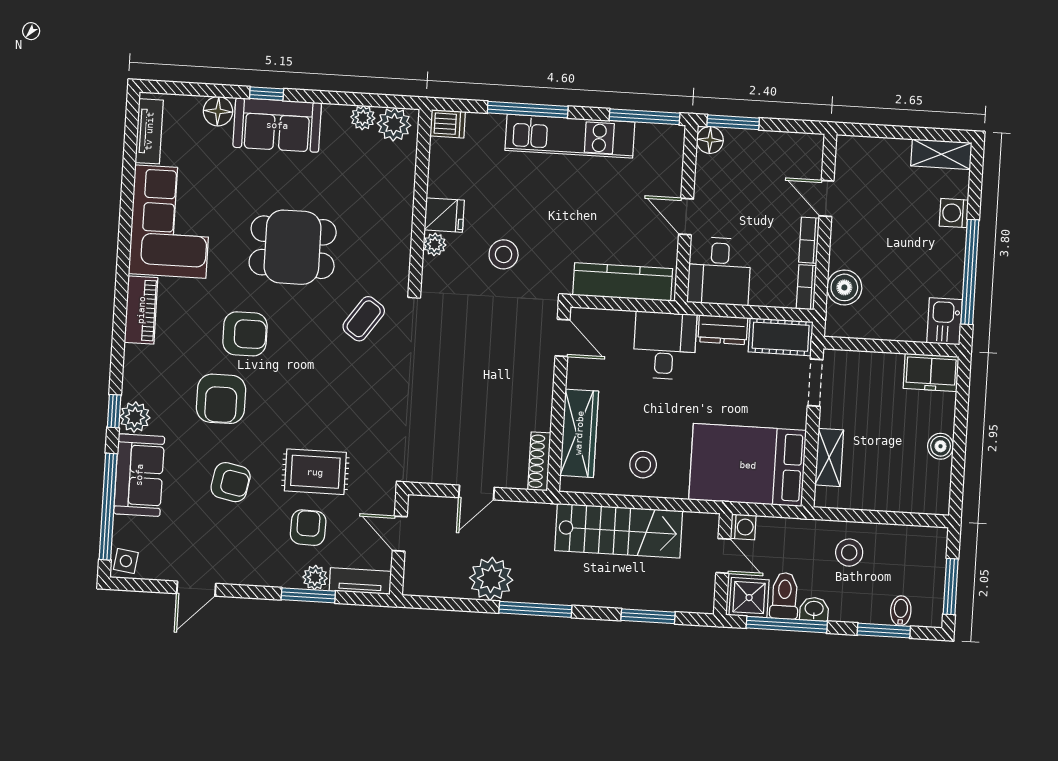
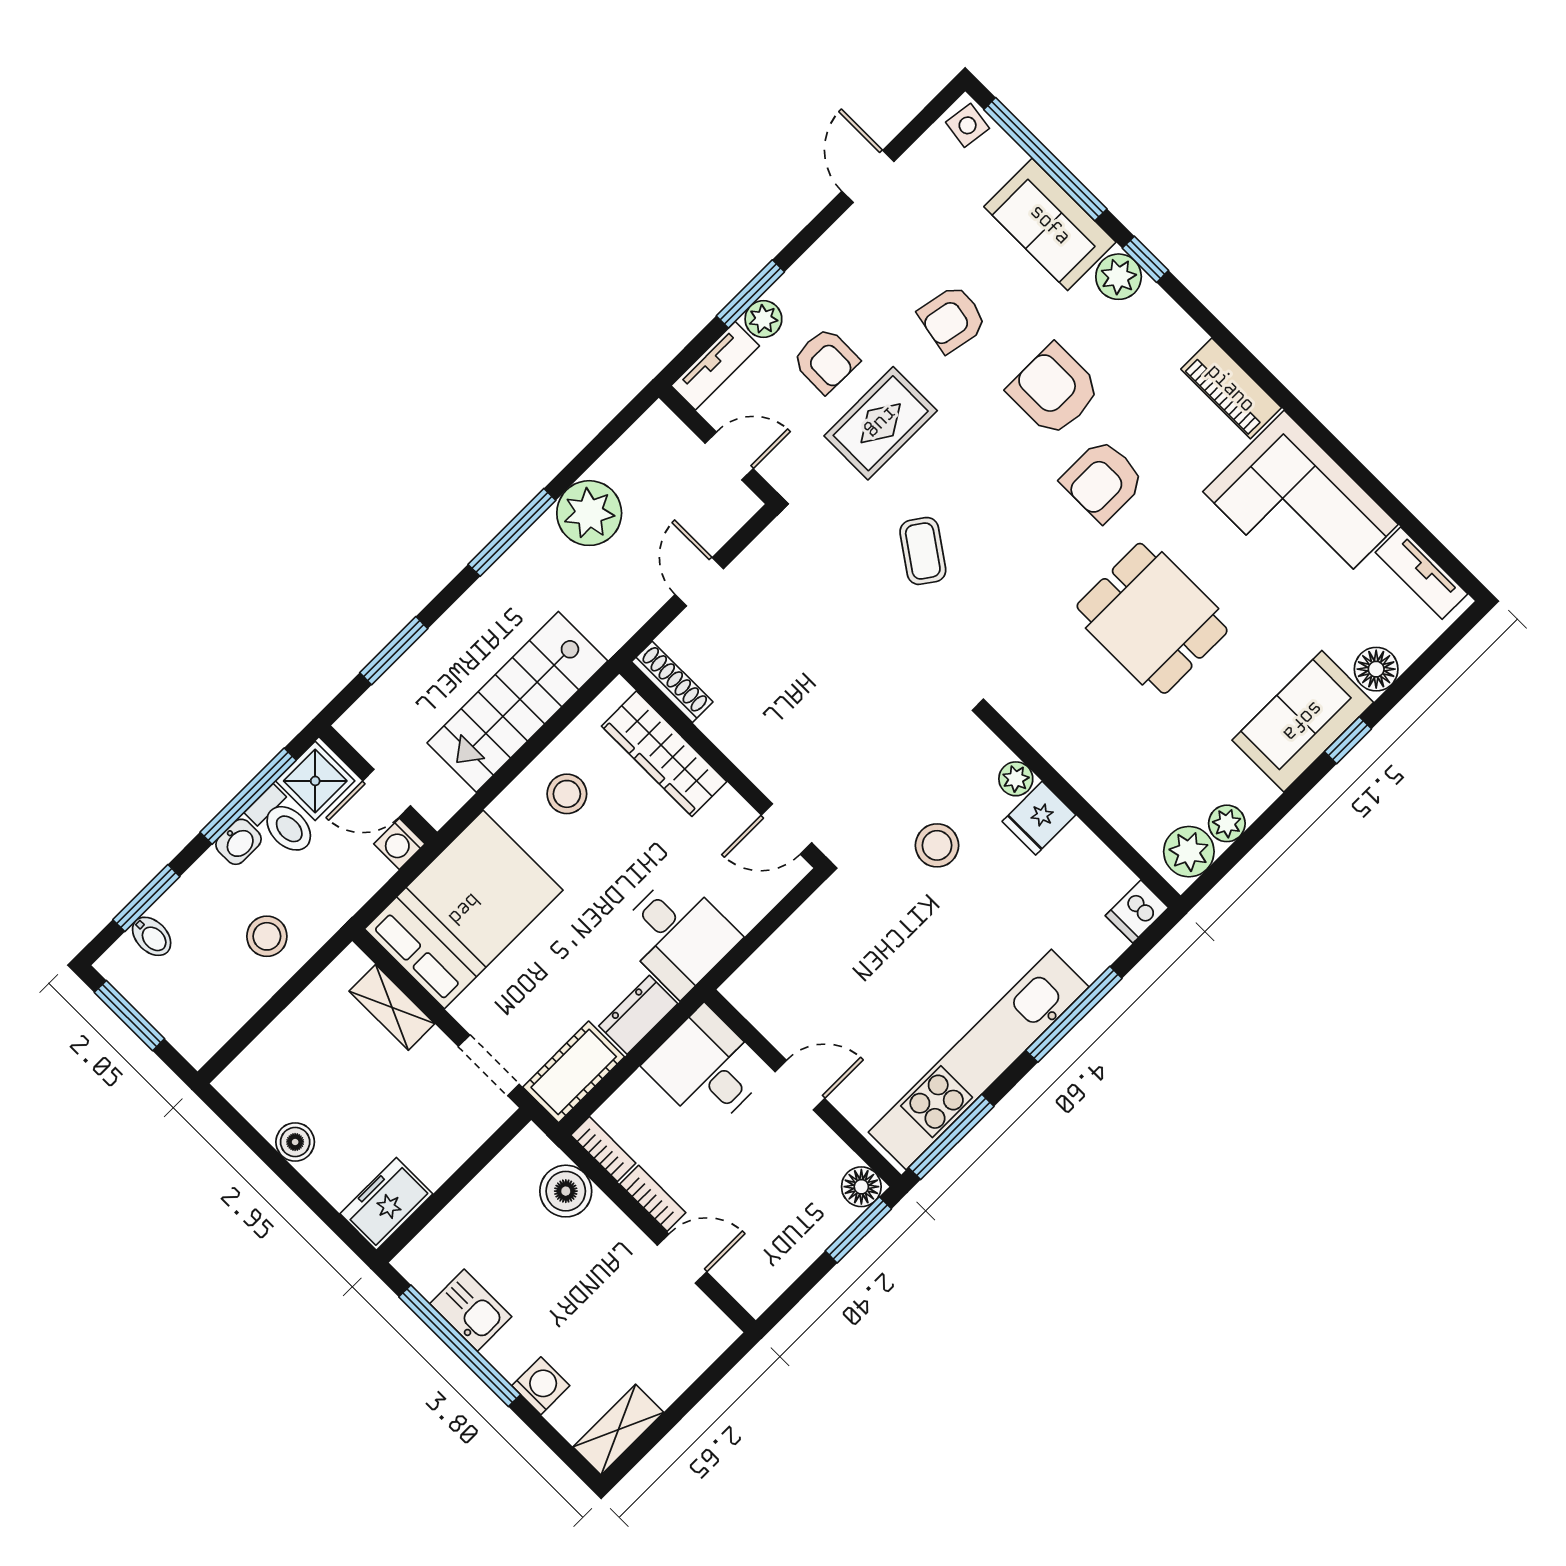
kitchen unit: (570, 136) -> (979, 1060), width x1.36
dining table: (293, 247) -> (1152, 618), turned 90
kitchen counter: (623, 282) -> (789, 951), removed
coffee table: (364, 319) -> (923, 551), moved
kitchen sink: (945, 321) -> (471, 1310), moved

